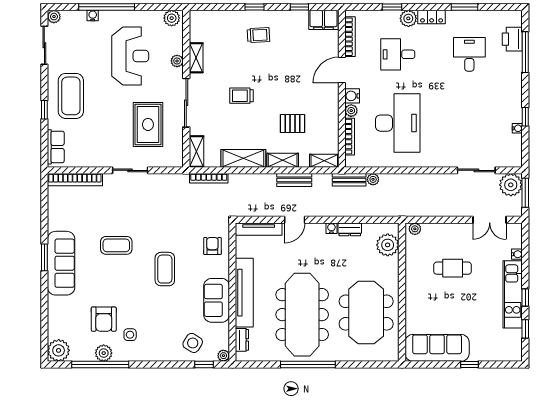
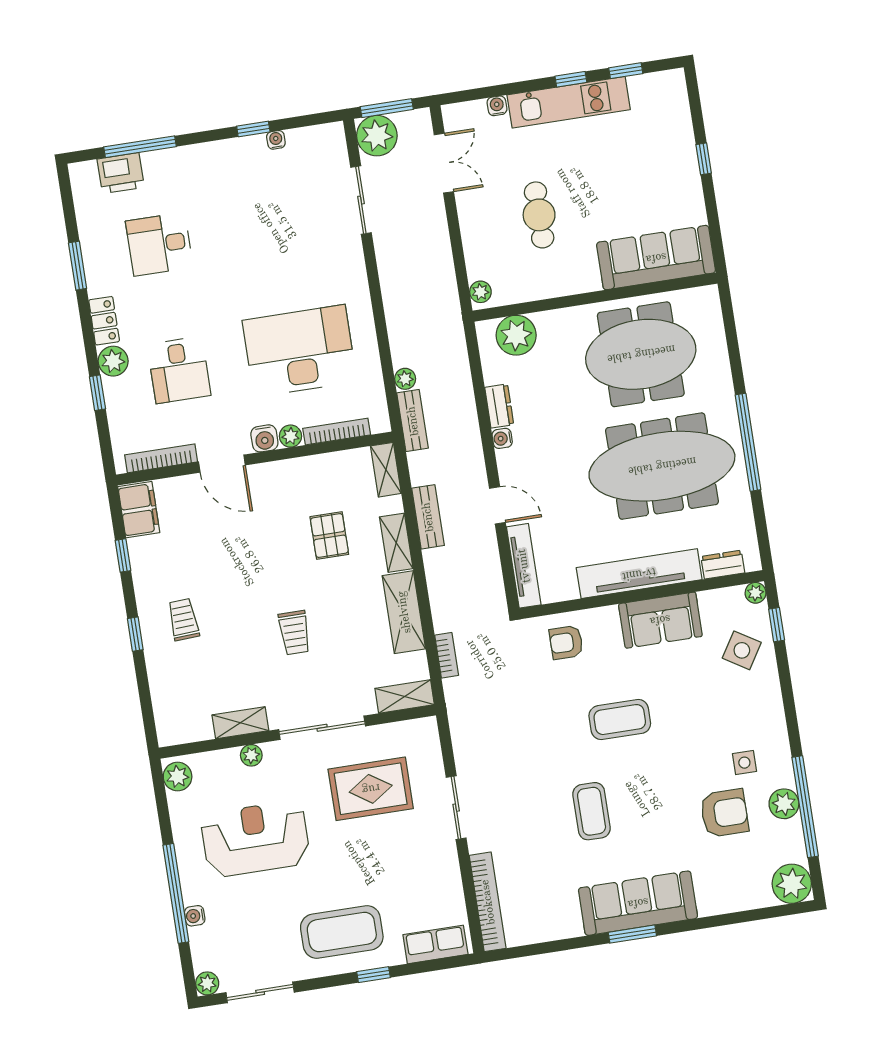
bookcase: (209, 178) -> (447, 655), width x0.64
sofa: (437, 348) -> (656, 258), moved, turned 90

